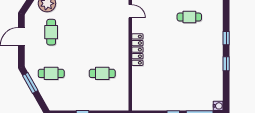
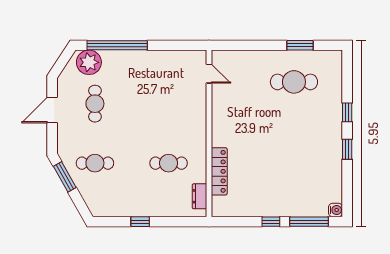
cafe table: (189, 17) -> (294, 82), width x1.37, depth x1.35
locker: (137, 50) -> (219, 171), moved
dresser: (124, 96) -> (200, 196), added

